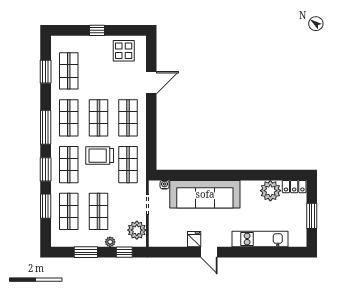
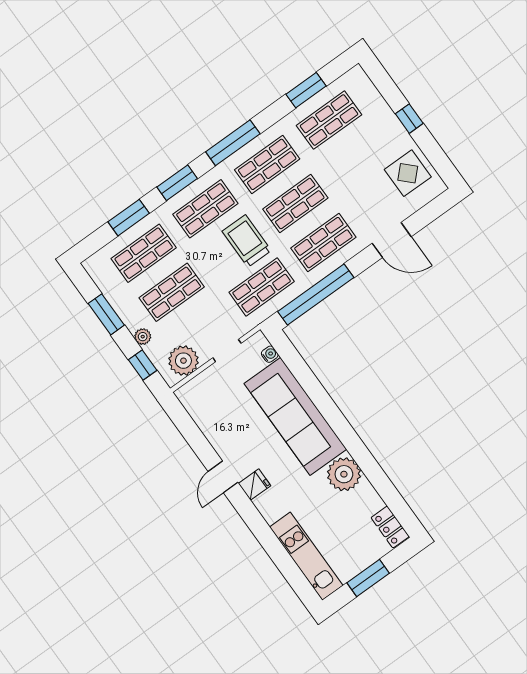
window: (151, 140) -> (316, 294), added
plant: (270, 191) -> (344, 474), moved
fridge: (194, 239) -> (254, 485), moved
kitchen unit: (260, 239) -> (306, 556), moved

